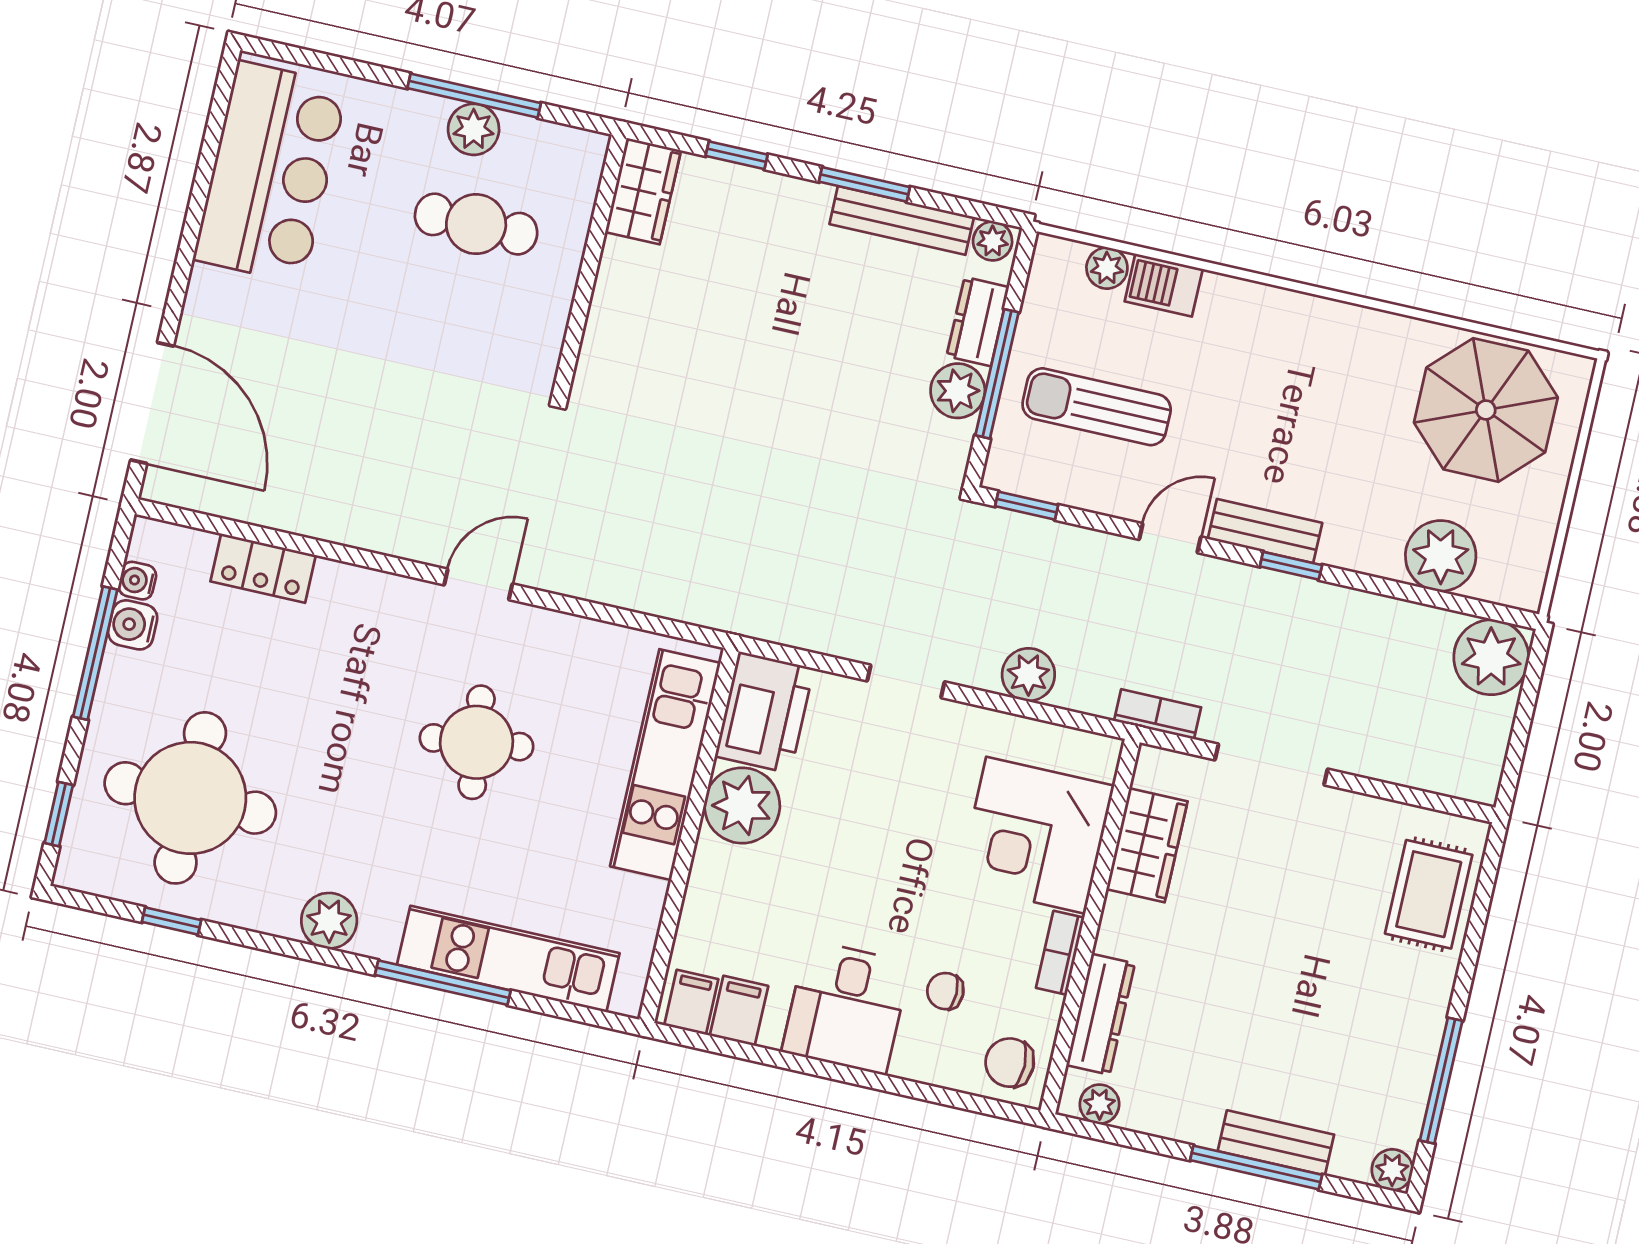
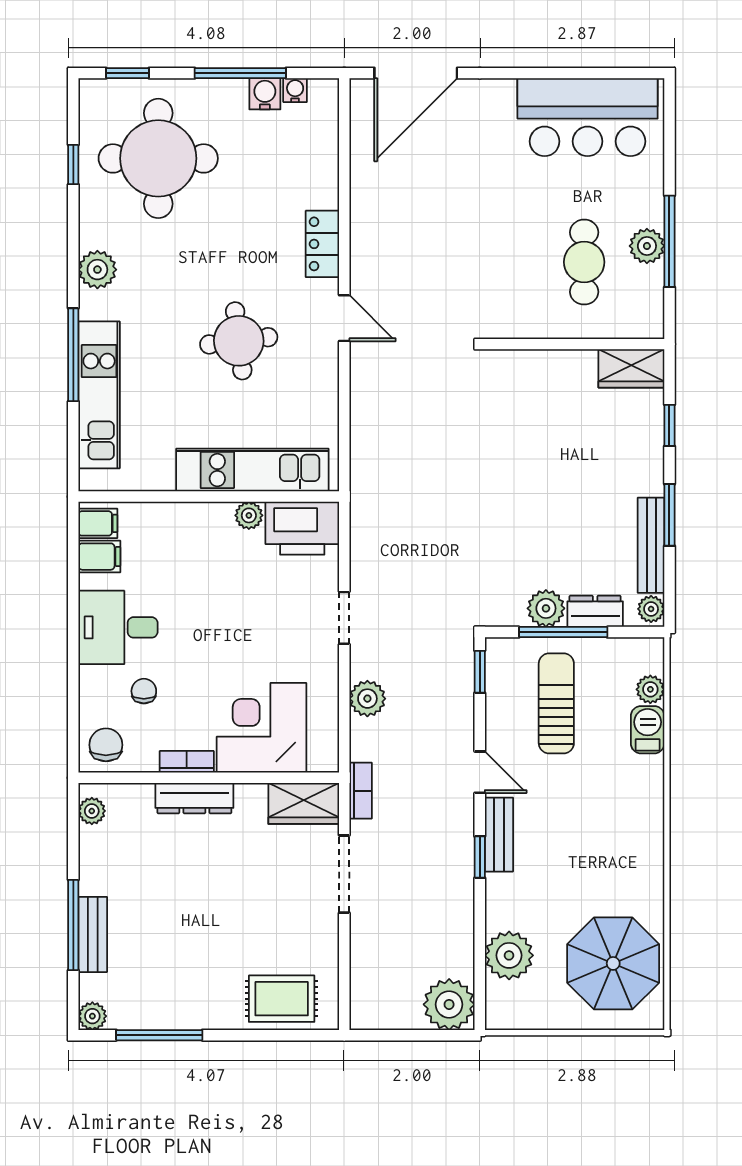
locker: (263, 568) -> (322, 244), moved
plant: (742, 805) -> (249, 515), width x0.53, depth x0.53
wardrobe: (1147, 845) -> (304, 803), moved
dresser: (1101, 1014) -> (194, 798), moved

